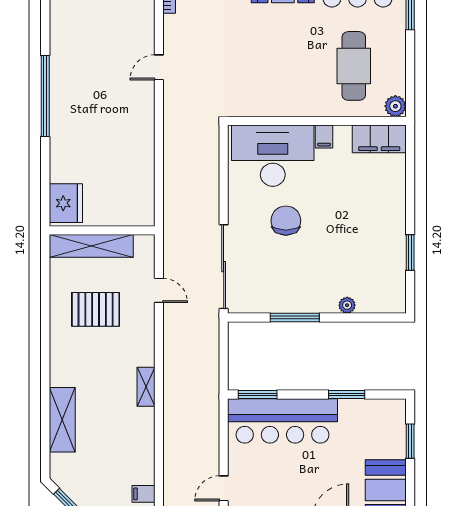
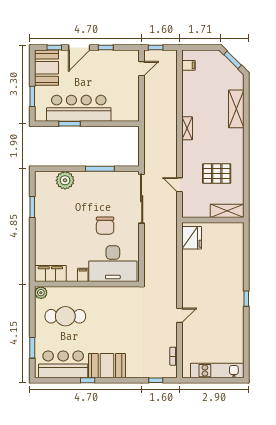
cafe table: (354, 66) -> (65, 316), turned 90
window: (45, 96) -> (246, 299), width x0.32
fridge: (66, 203) -> (192, 238), moved, turned 180
shelving: (91, 246) -> (227, 211), width x0.68
plant: (347, 305) -> (65, 180), width x1.88, depth x1.88
window: (258, 395) -> (122, 124), removed
bar counter: (282, 421) -> (79, 108), moved

